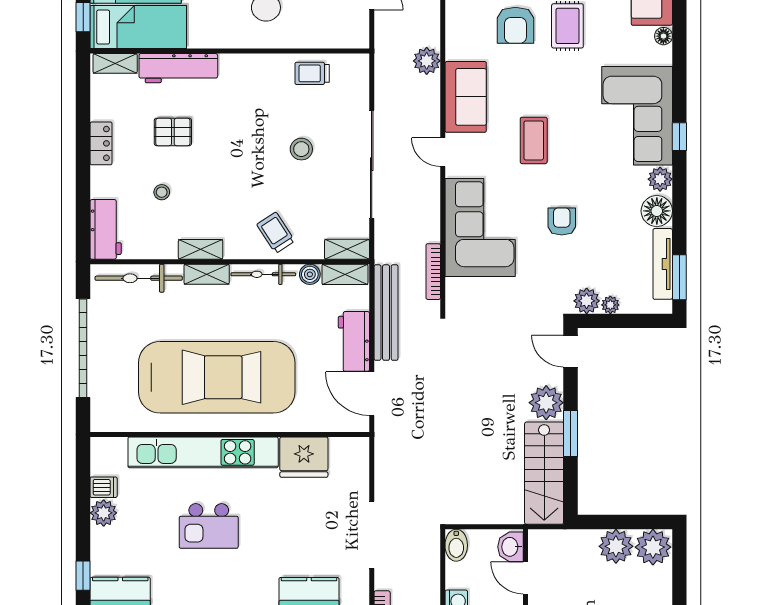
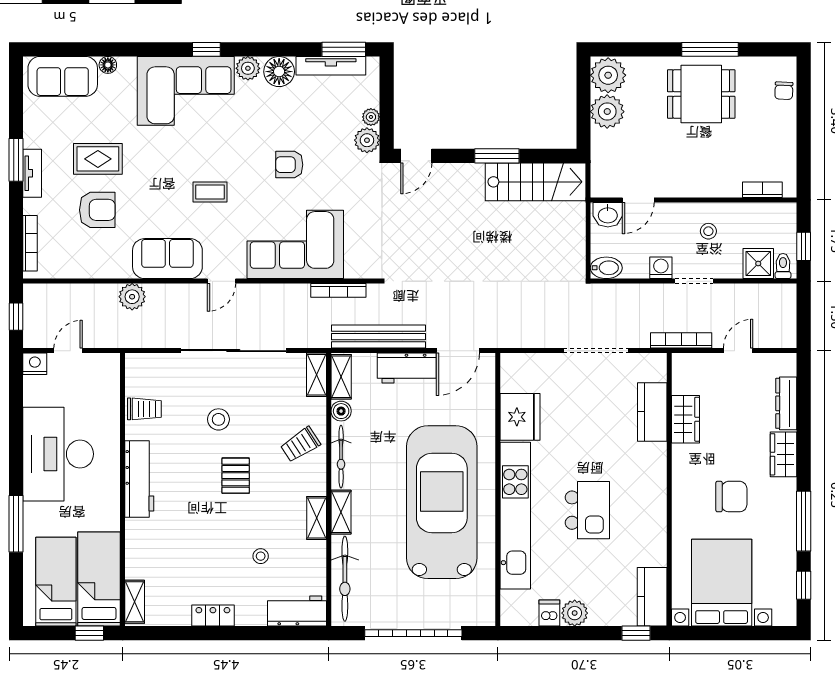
workbench: (178, 68) -> (139, 479), moved
trolley: (312, 73) -> (144, 409), turned -90
pallet: (173, 132) -> (236, 476), moved
coffee table: (534, 140) -> (210, 192), width x0.73, depth x0.77
plant: (546, 403) -> (467, 180), removed

